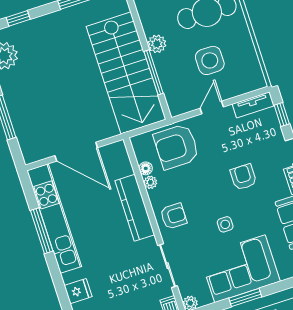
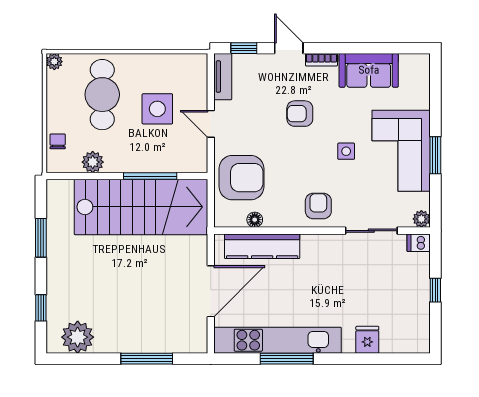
plant: (157, 44) -> (93, 162), moved
armchair: (176, 147) -> (241, 178), turned -90
plant: (150, 182) -> (272, 220), removed
kitchen counter: (135, 208) -> (262, 246), moved

